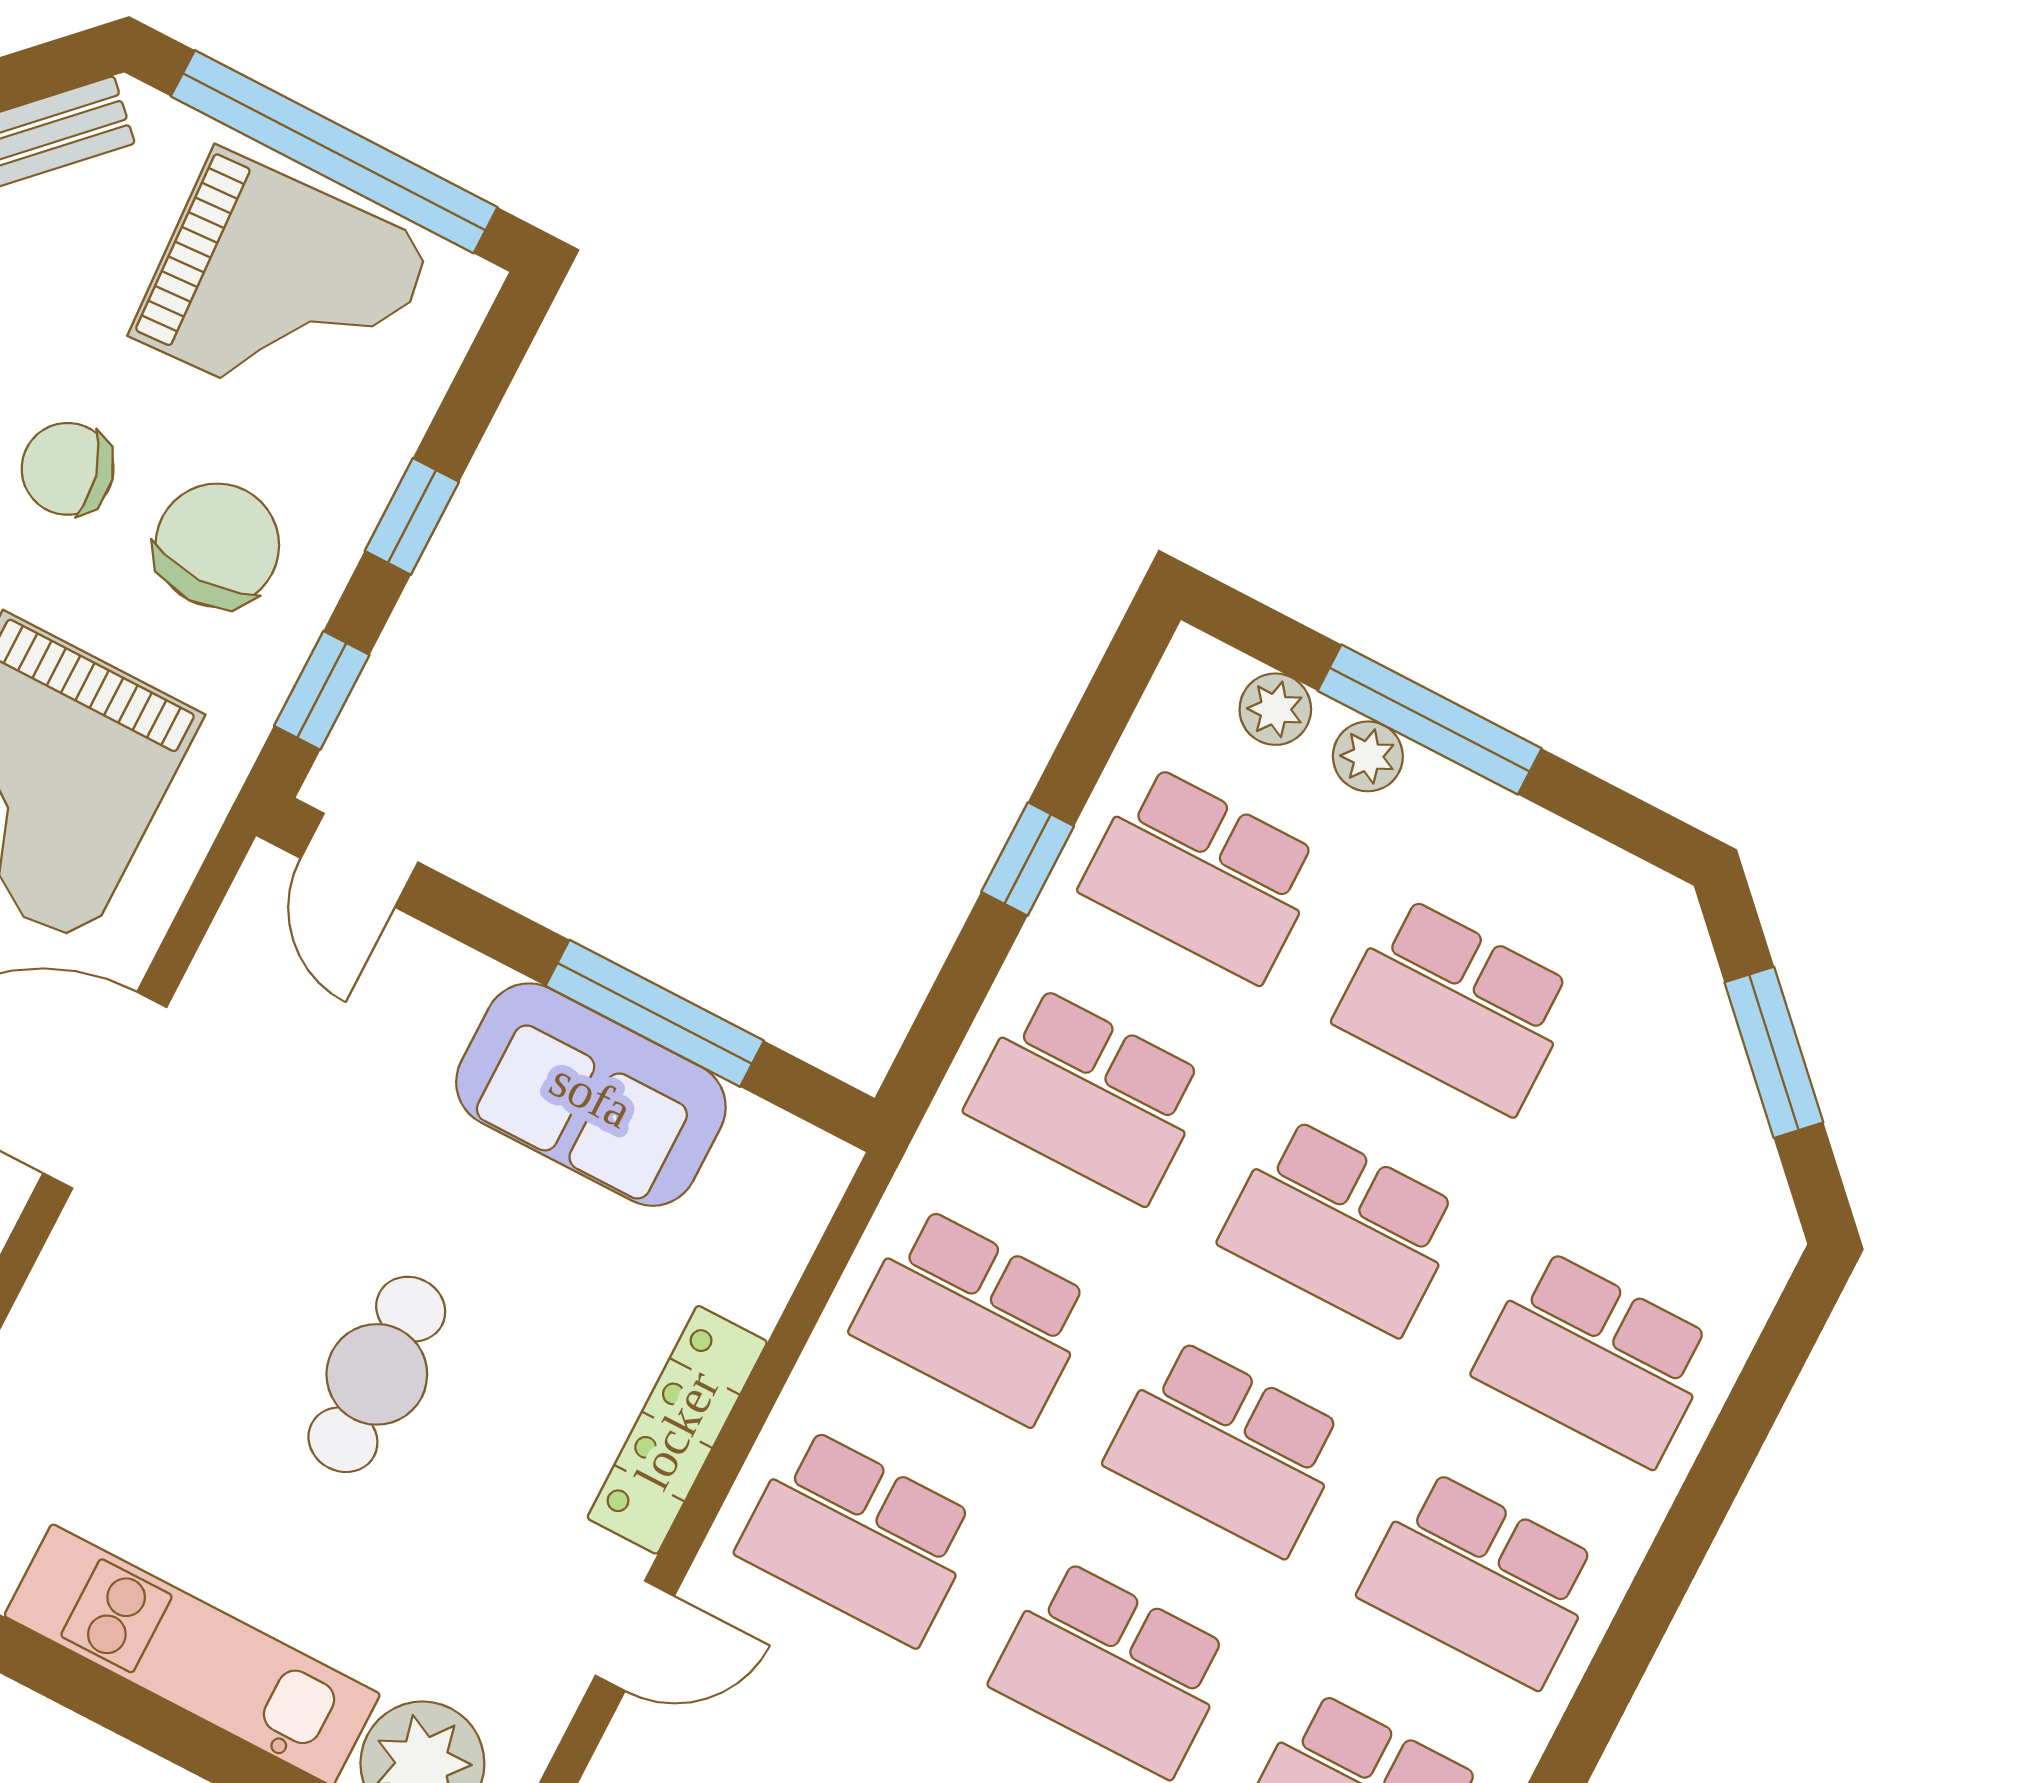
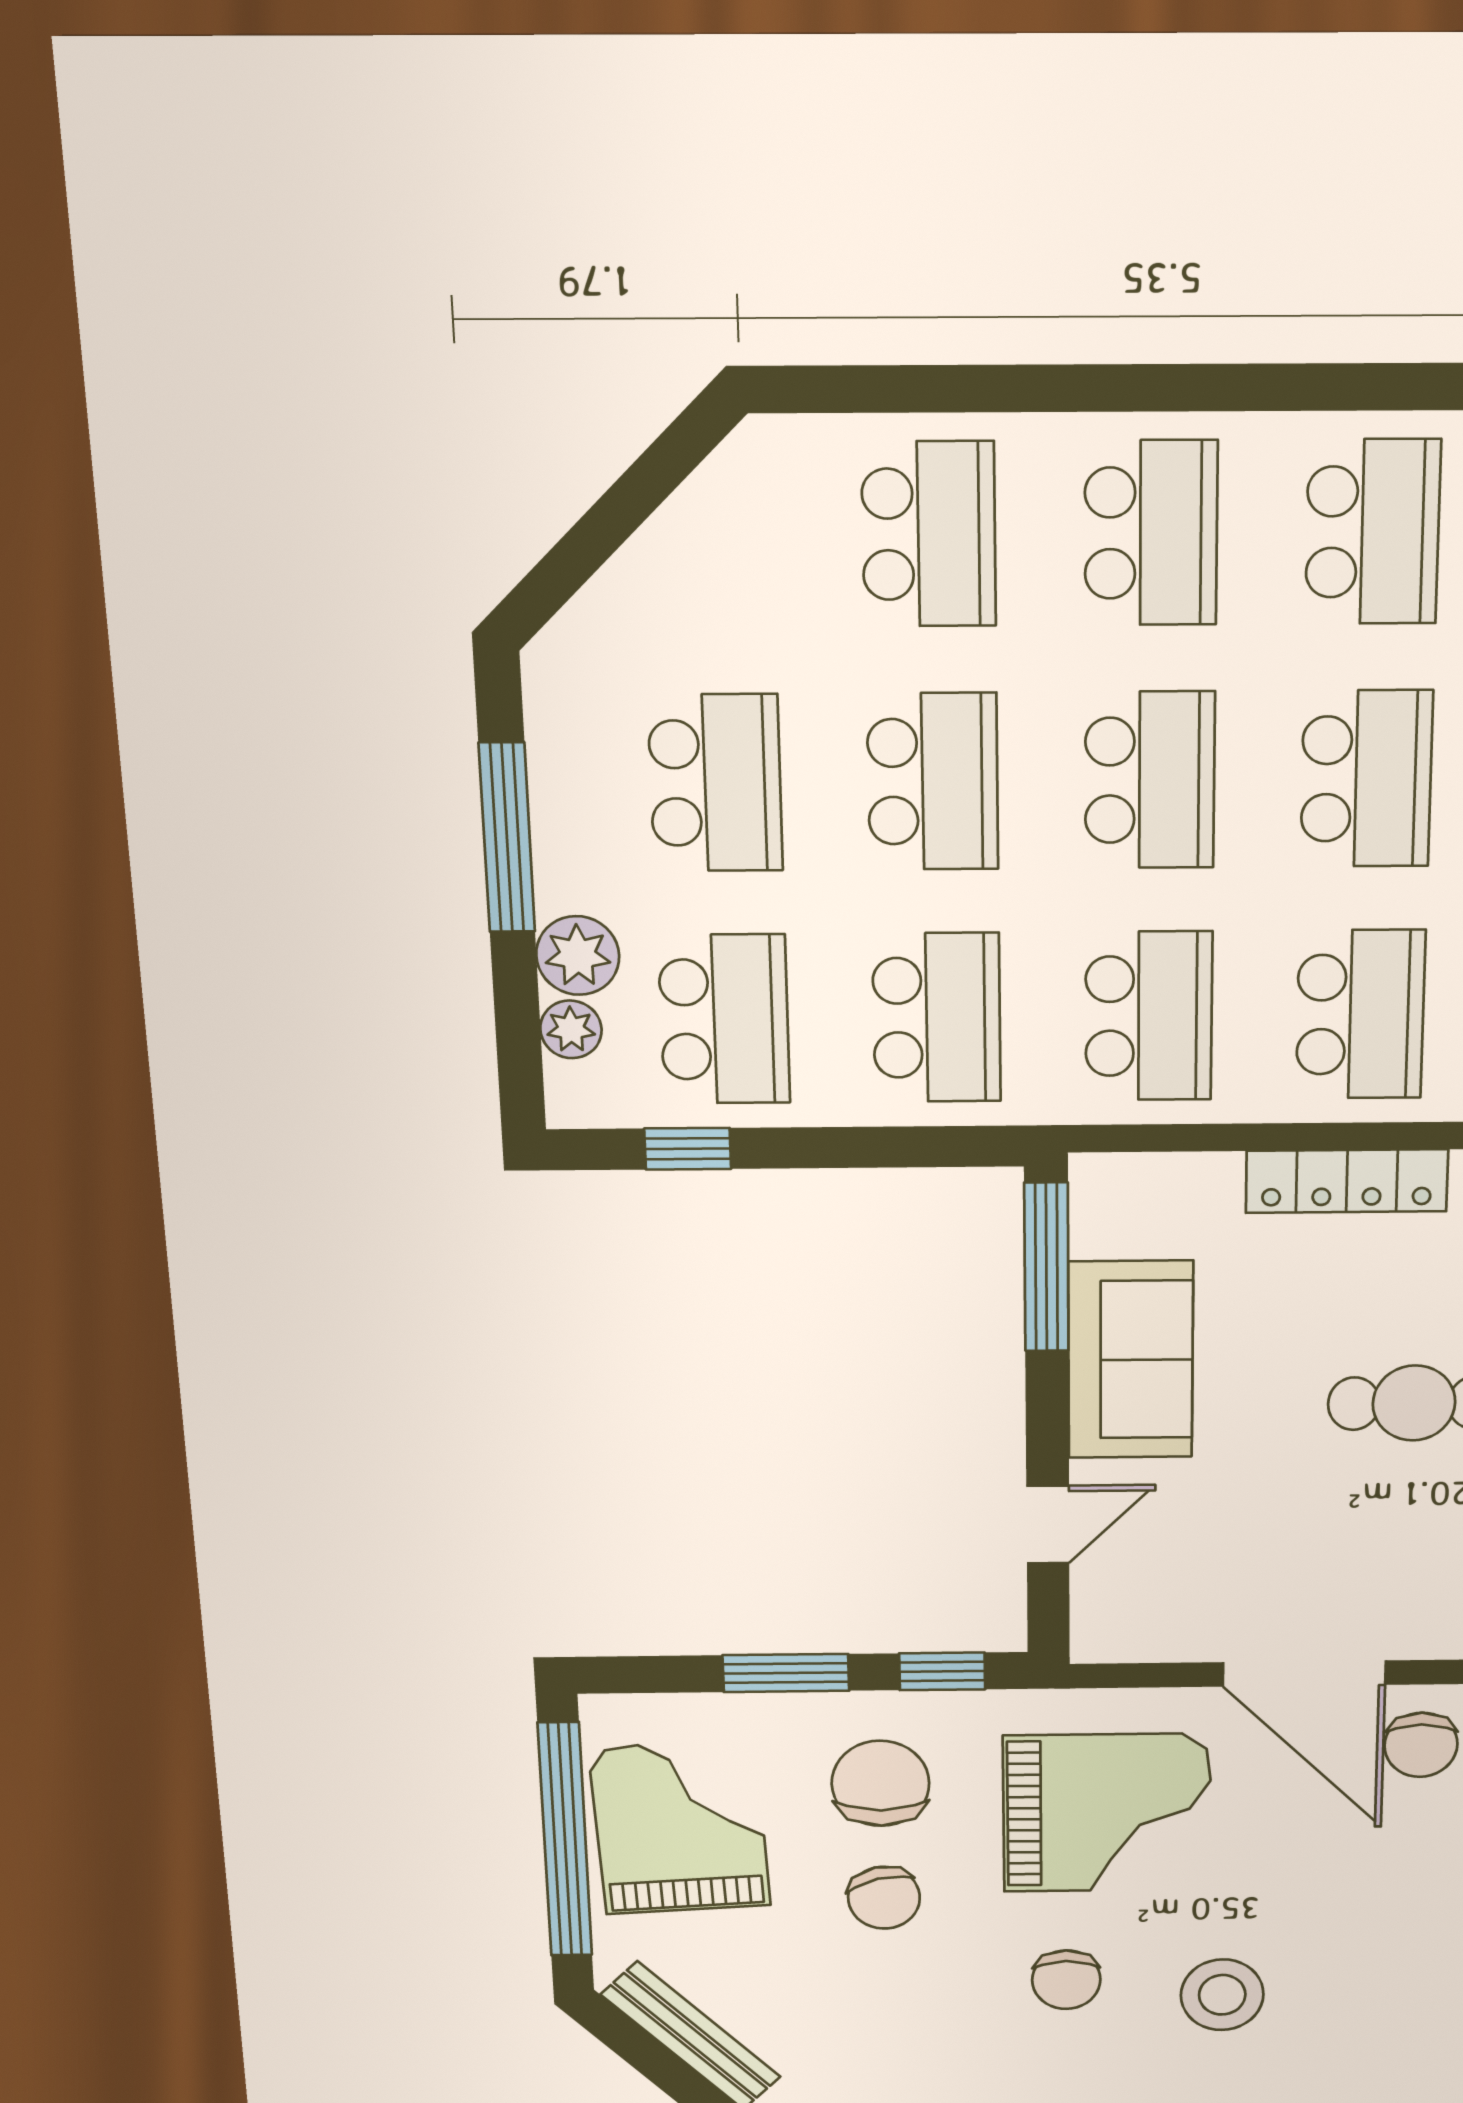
window: (412, 516) -> (786, 1673), width x1.50
chair: (217, 545) -> (880, 1783), turned 90
window: (1430, 720) -> (507, 838), moved
plant: (1368, 756) -> (578, 956), width x1.38, depth x1.38
window: (1028, 859) -> (688, 1149), moved
door: (359, 860) -> (1048, 1525), moved
window: (655, 1013) -> (1046, 1267), moved
window: (1774, 1052) -> (612, 520), removed

